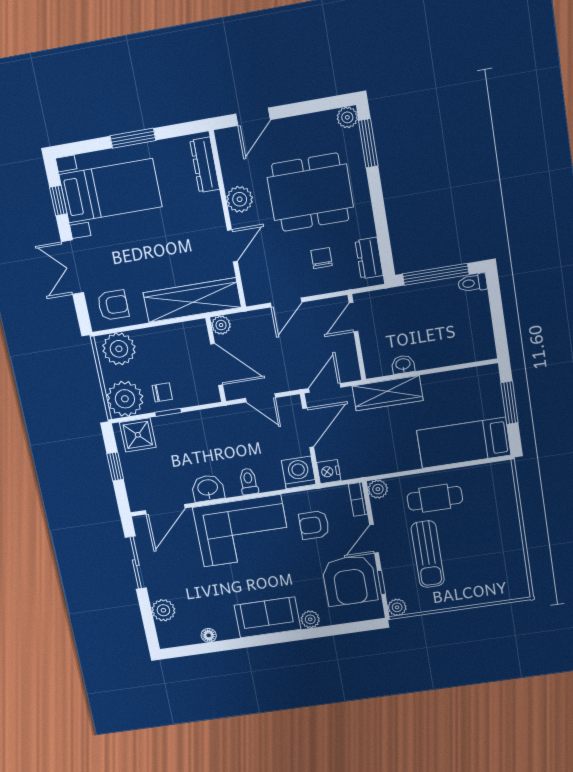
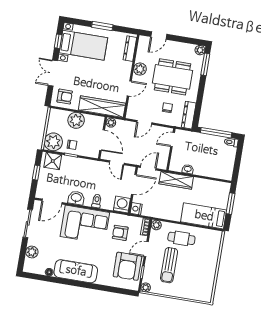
dresser: (369, 258) -> (189, 115), width x1.44
plant: (119, 349) -> (76, 120), moved
sofa: (268, 617) -> (76, 271), width x1.36
plant: (310, 619) -> (102, 280), removed

